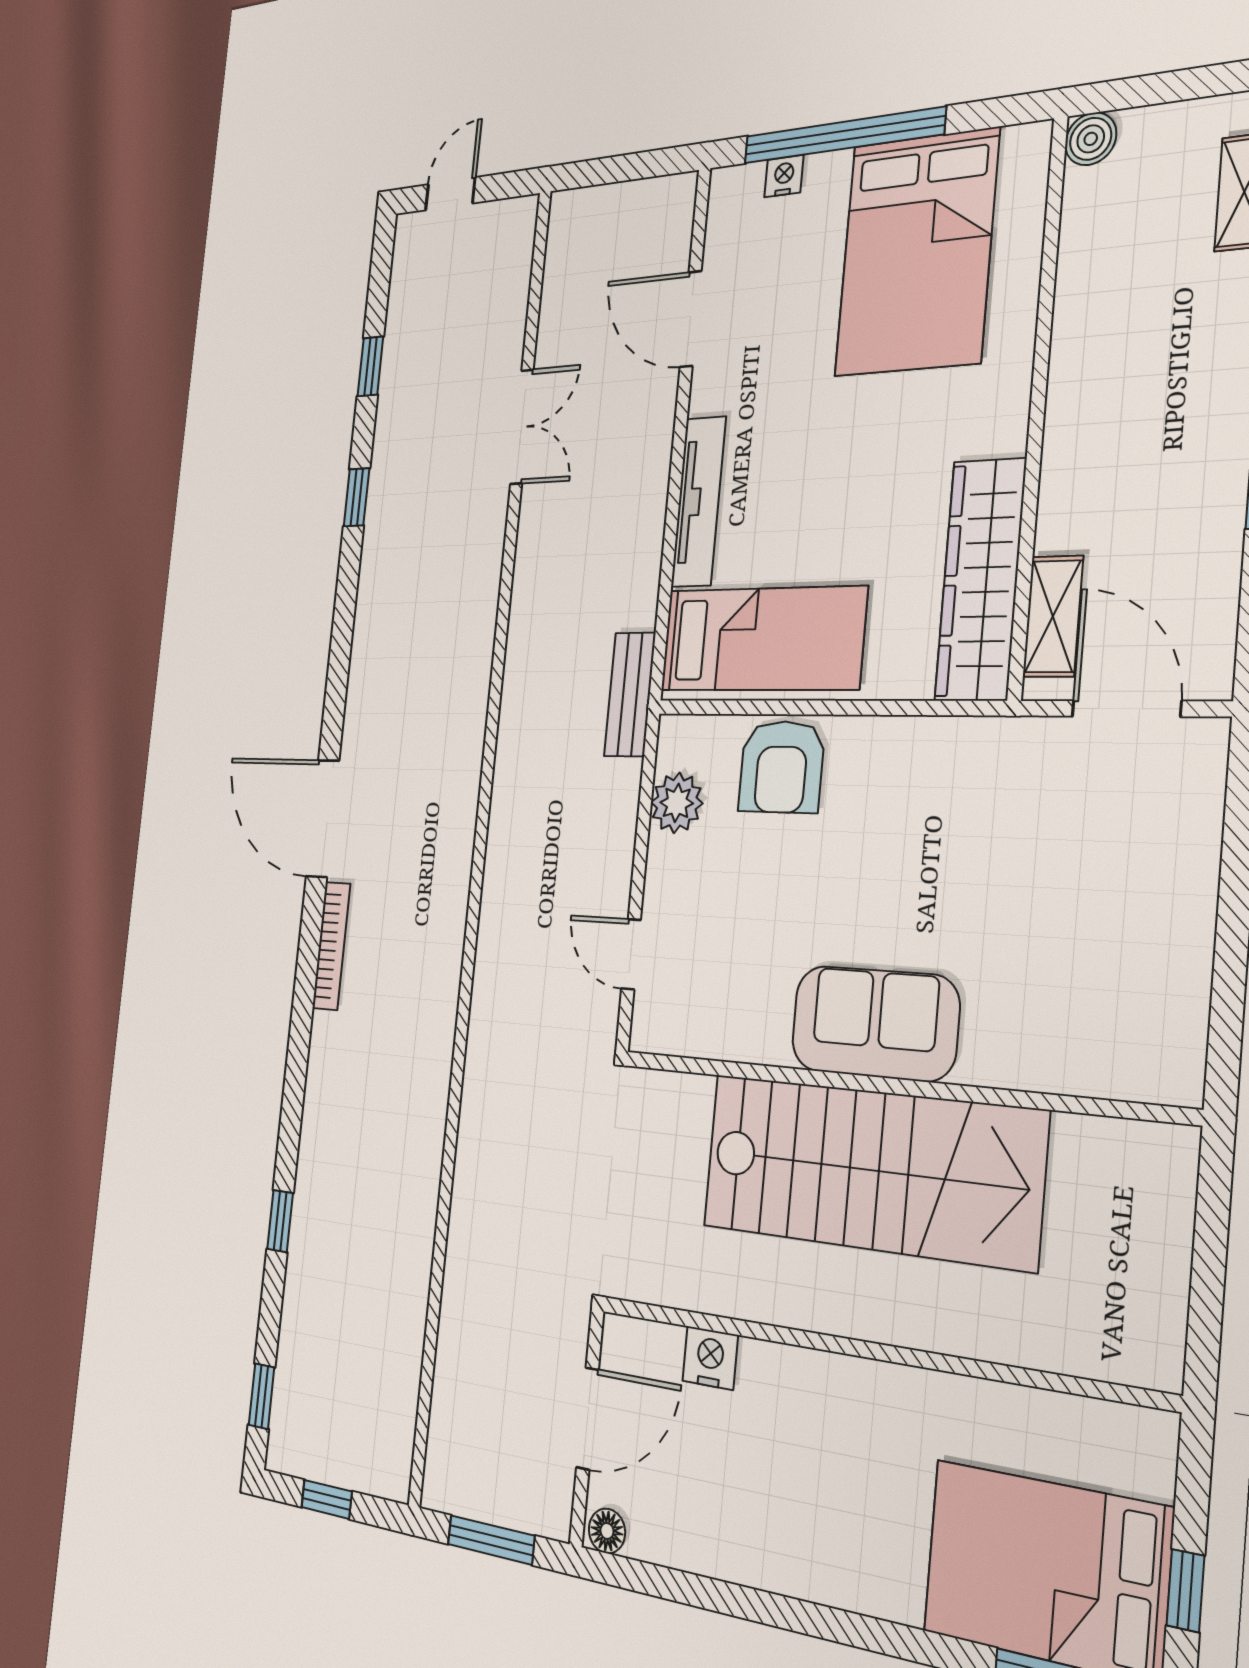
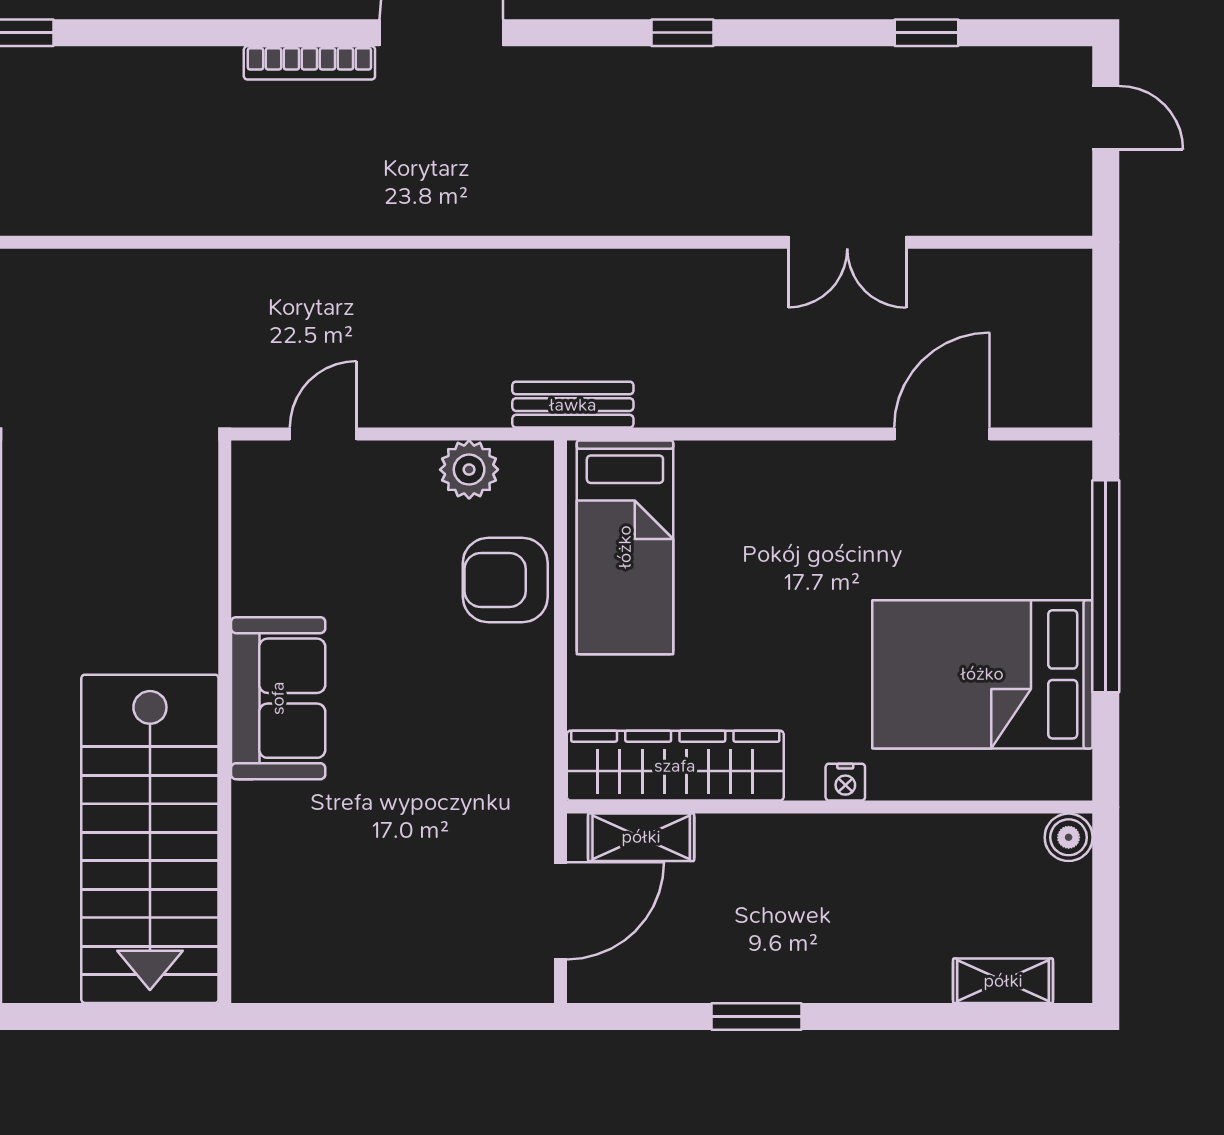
nightstand: (784, 176) -> (845, 782), moved, turned 90
window: (357, 497) -> (683, 33), moved
tv unit: (699, 502) -> (760, 463), removed
stairs: (870, 1170) -> (150, 839), moved

